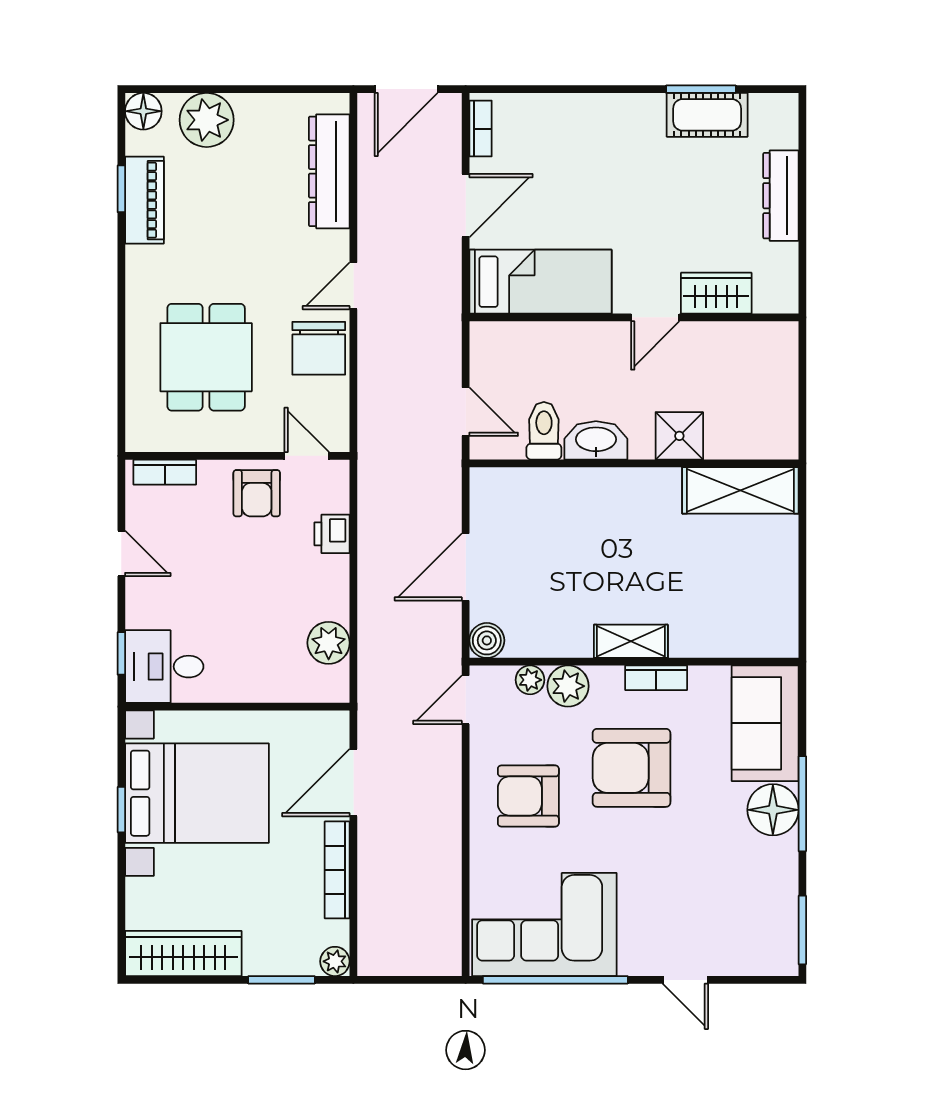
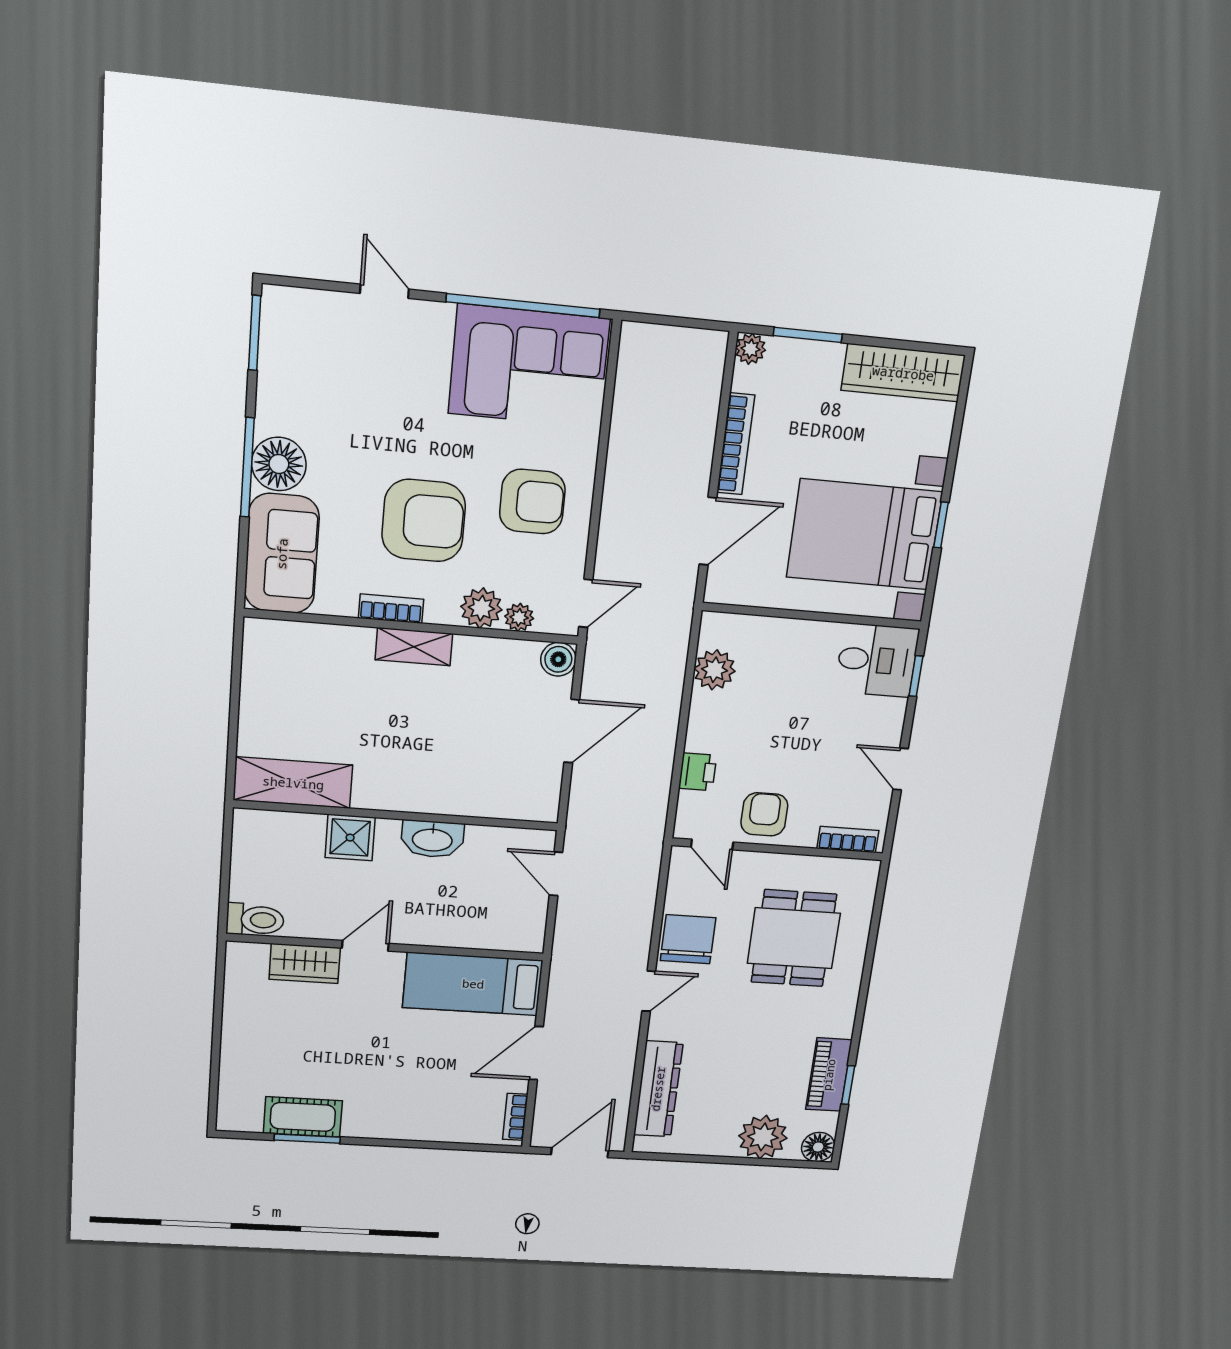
dresser: (781, 196) -> (237, 1045), removed
toilet: (544, 431) -> (255, 920), moved, turned -90

